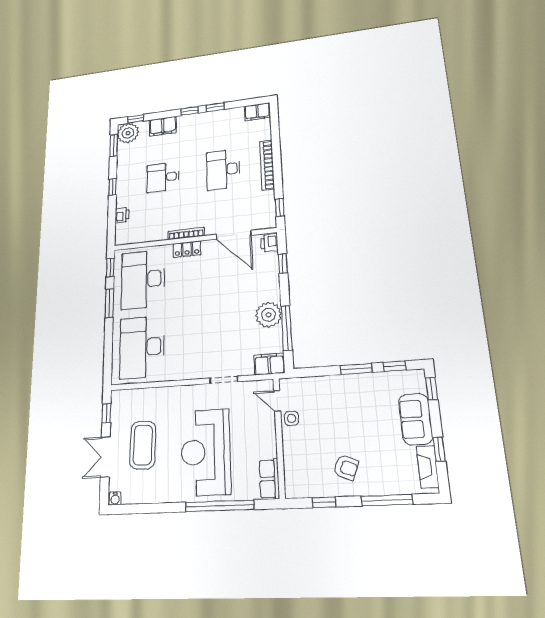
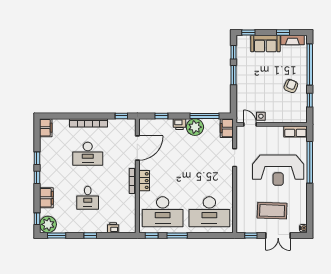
printer: (269, 243) -> (180, 124), moved
door: (277, 401) -> (250, 124), swing flipped
window: (387, 500) -> (310, 65), width x1.46

